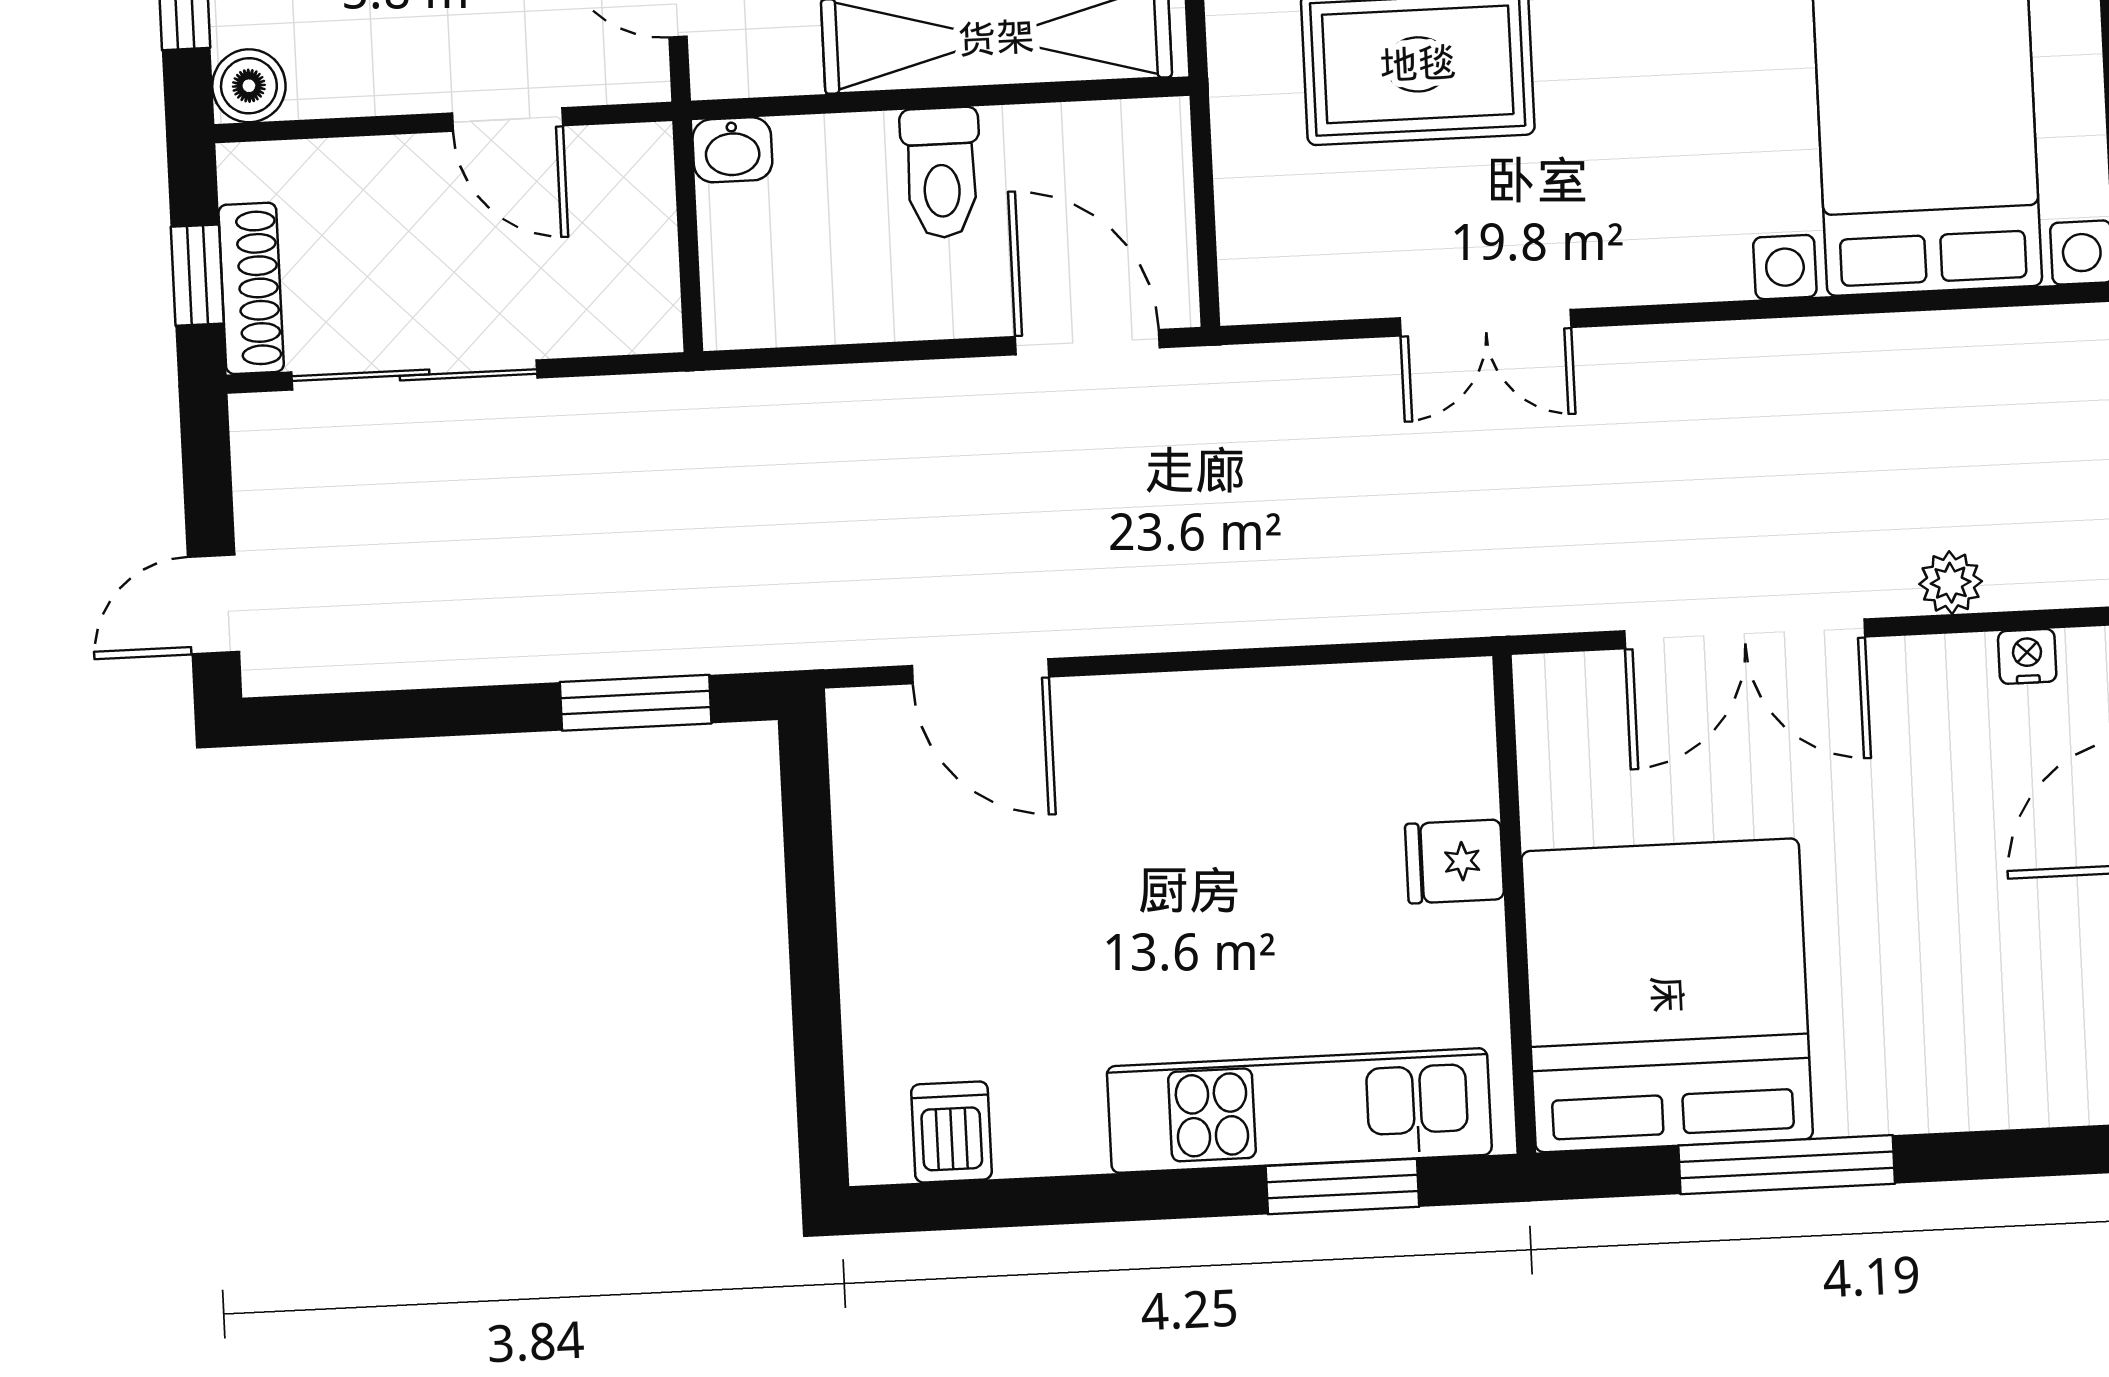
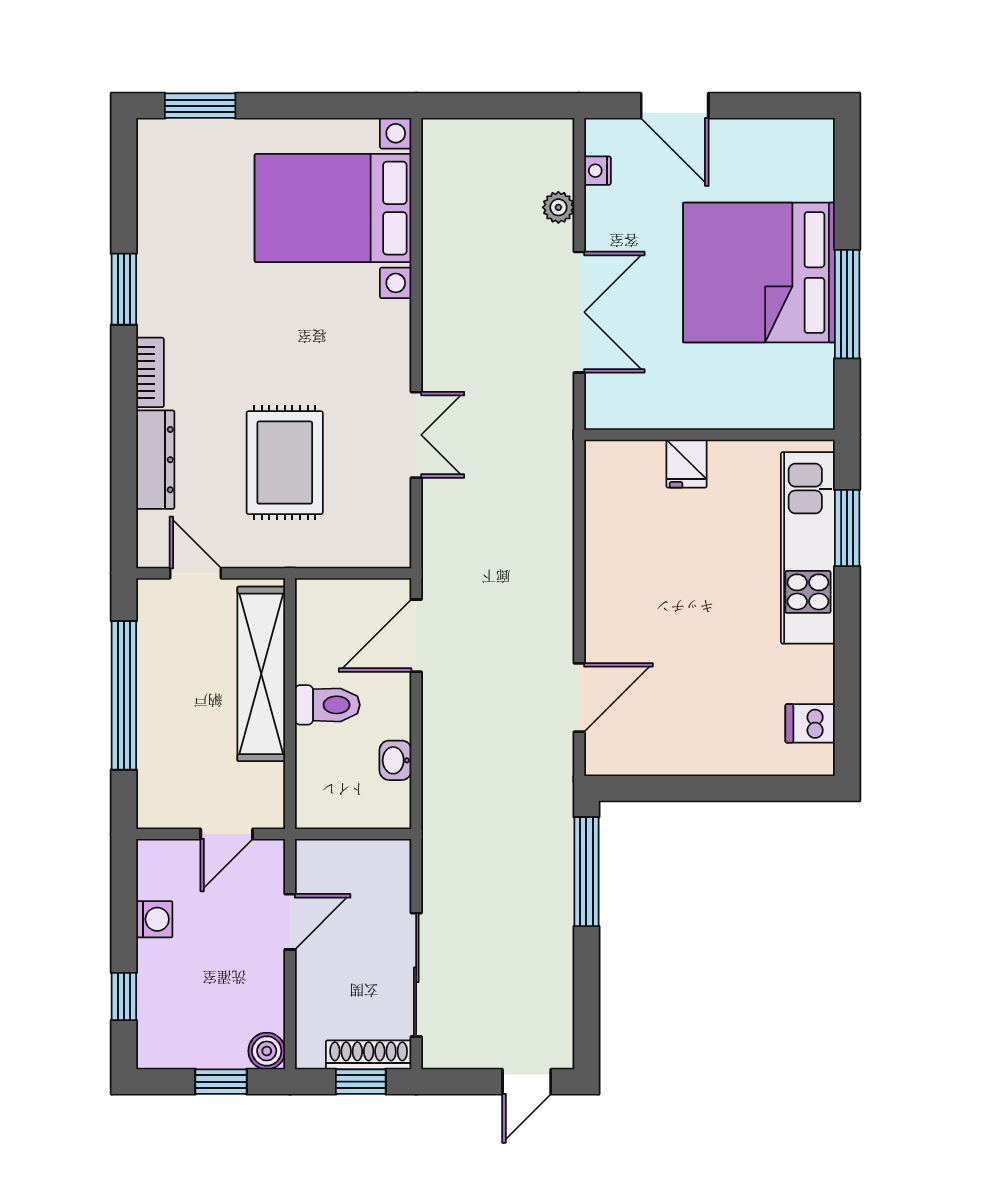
washbasin: (732, 150) -> (395, 760), moved, turned 180
door: (213, 605) -> (527, 1082), hinge flipped
window: (636, 703) -> (586, 872), width x1.44
bed: (1667, 995) -> (759, 273), moved

